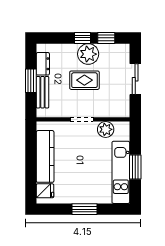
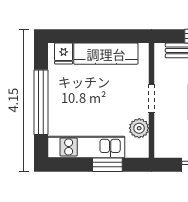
window: (135, 167) -> (107, 165), moved
window: (84, 209) -> (41, 102), width x2.11

